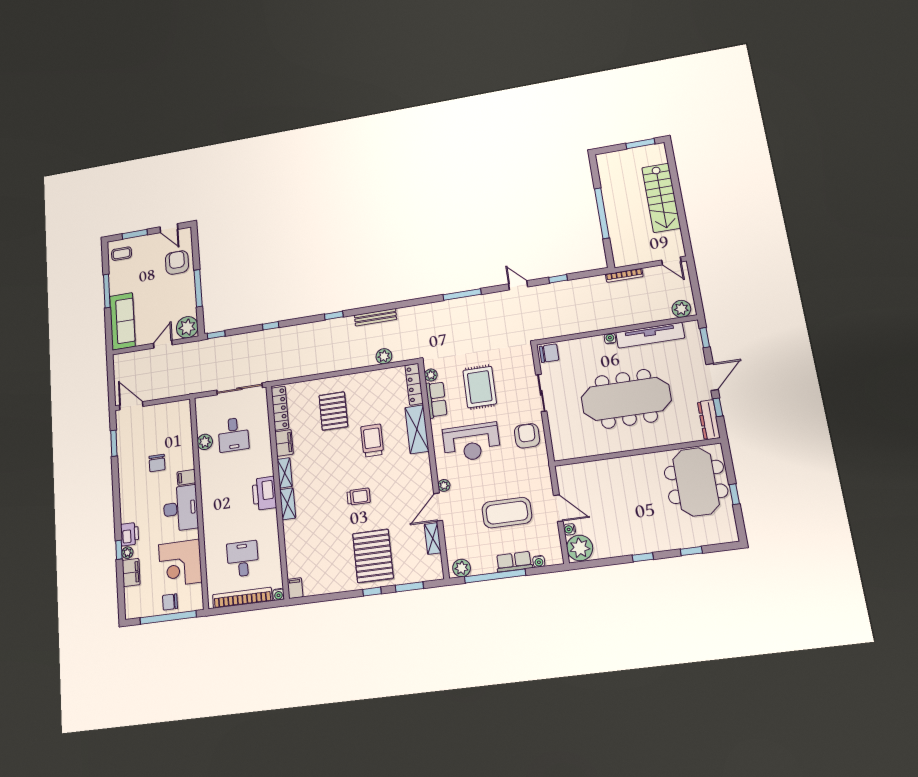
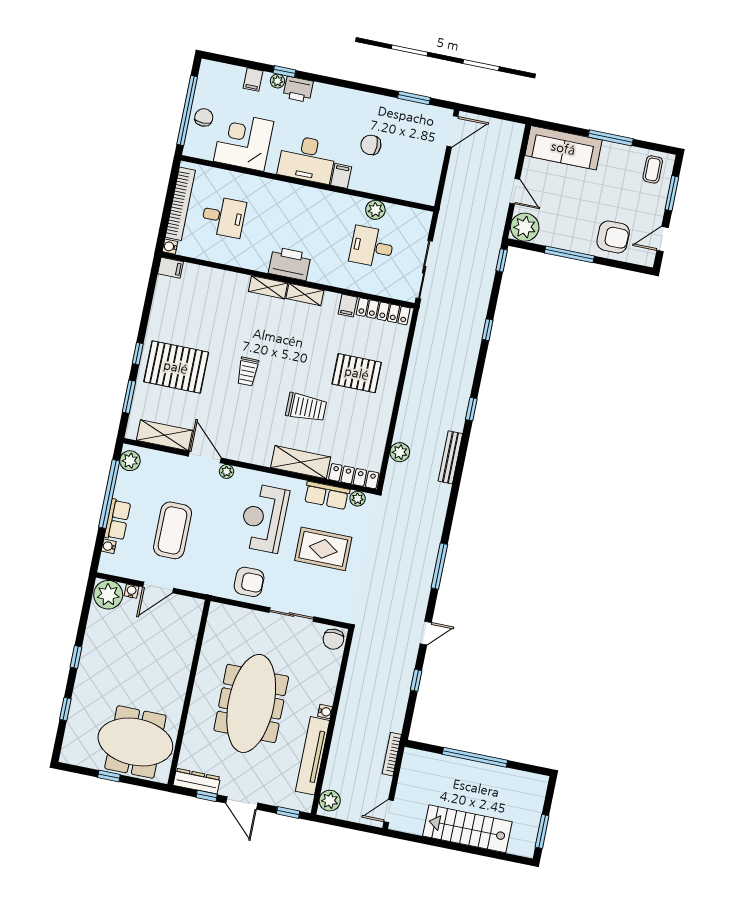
filing cabinet: (284, 443) -> (348, 306), width x0.50
shelving: (433, 538) -> (164, 435), width x1.50, depth x1.33
filing cabinet: (131, 572) -> (253, 80), width x0.50

